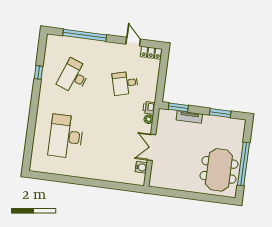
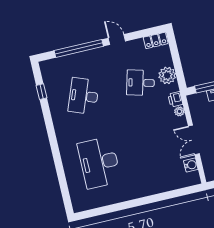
door: (133, 42) -> (117, 40), moved
window: (38, 72) -> (41, 92), moved
desk: (125, 83) -> (141, 83), turned 30
plant: (150, 85) -> (167, 75), added

